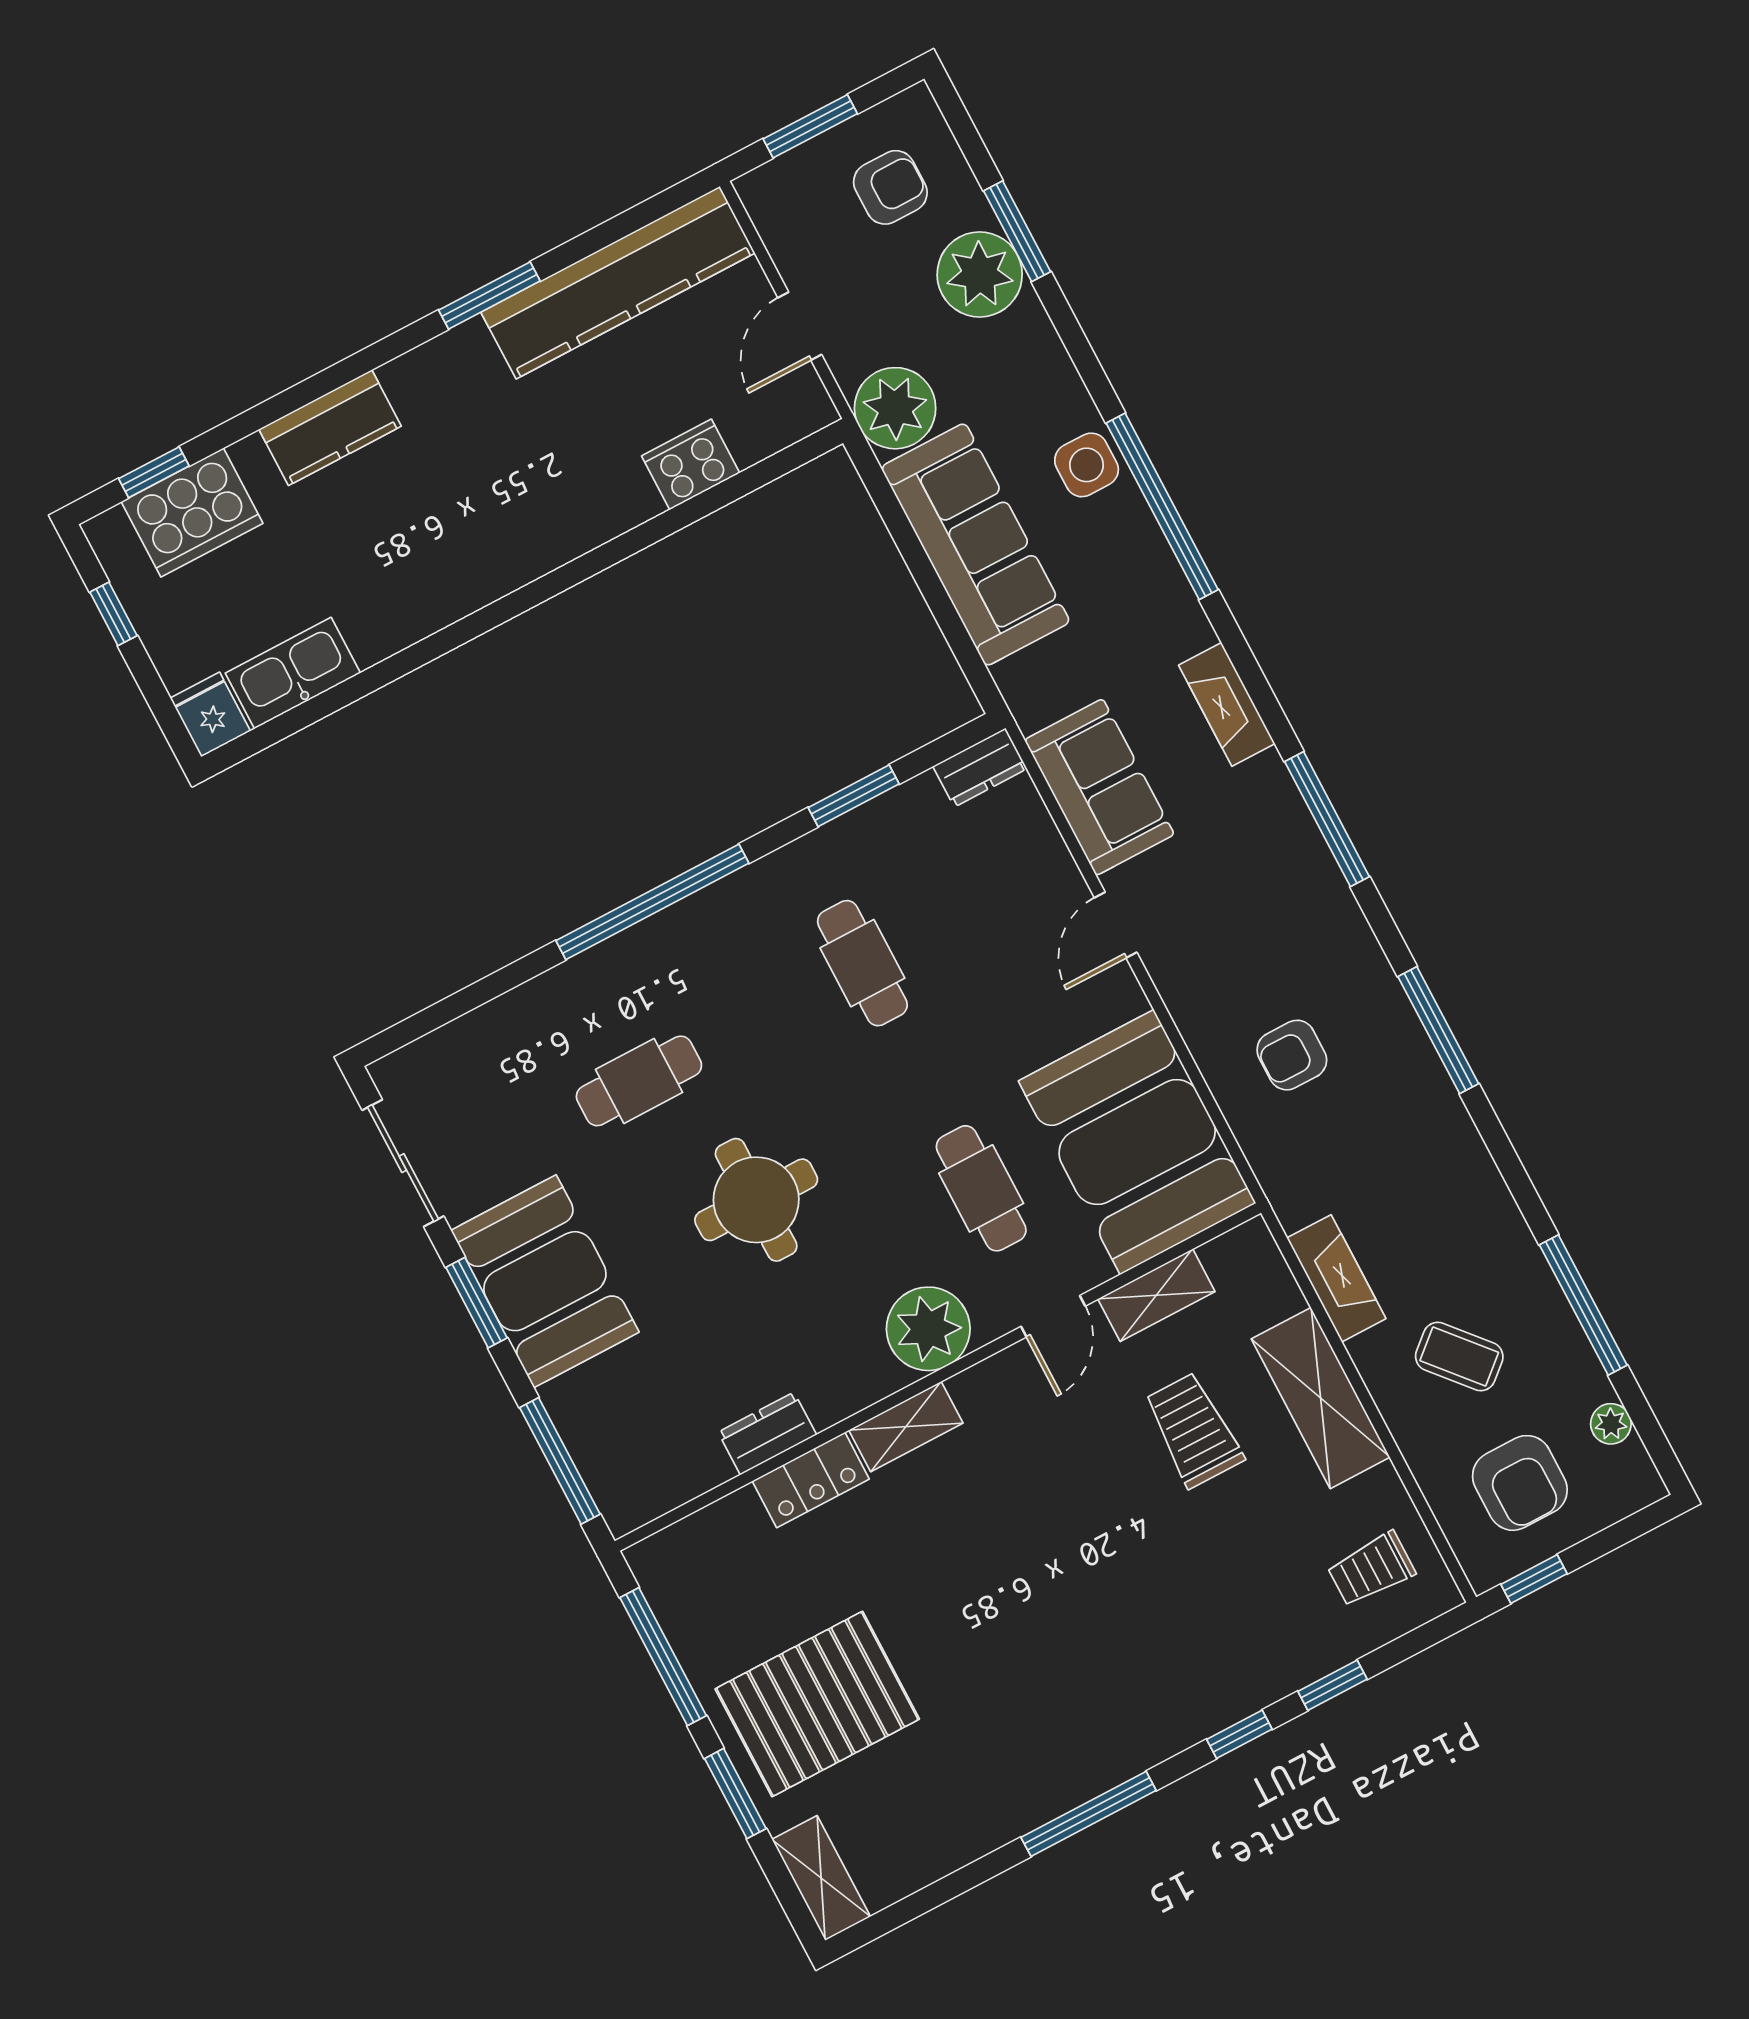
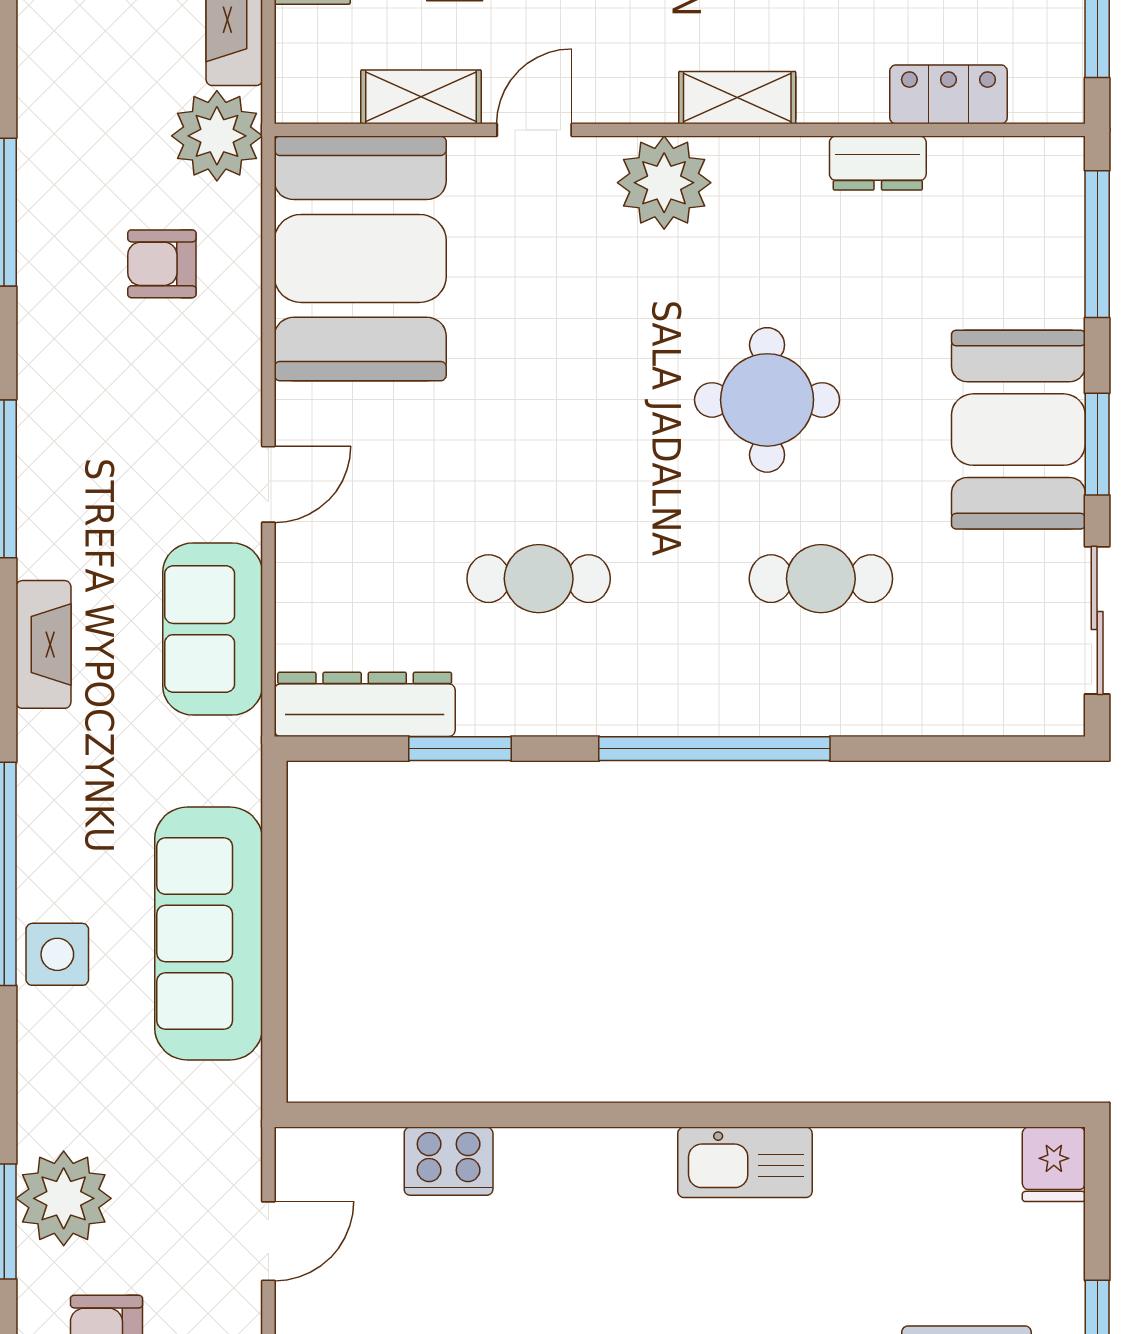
plant: (895, 408) -> (217, 136), moved
kitchen sink: (293, 673) -> (745, 1162), moved
dresser: (980, 768) -> (365, 704), width x1.96, depth x1.24
cafe table: (862, 963) -> (539, 579), turned 90
armchair: (1292, 1055) -> (162, 264), turned 180
cafe table: (981, 1188) -> (539, 294), removed
locker: (811, 1480) -> (948, 94), moved

